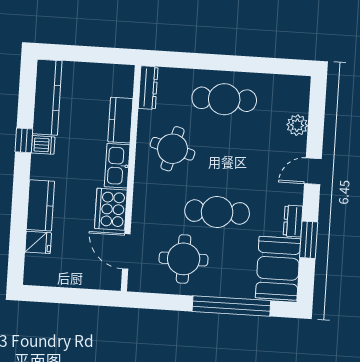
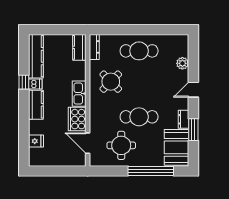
kitchen counter: (120, 120) -> (79, 47), moved
round table: (173, 149) -> (111, 82), turned 30
kitchen counter: (40, 205) -> (36, 105), moved

